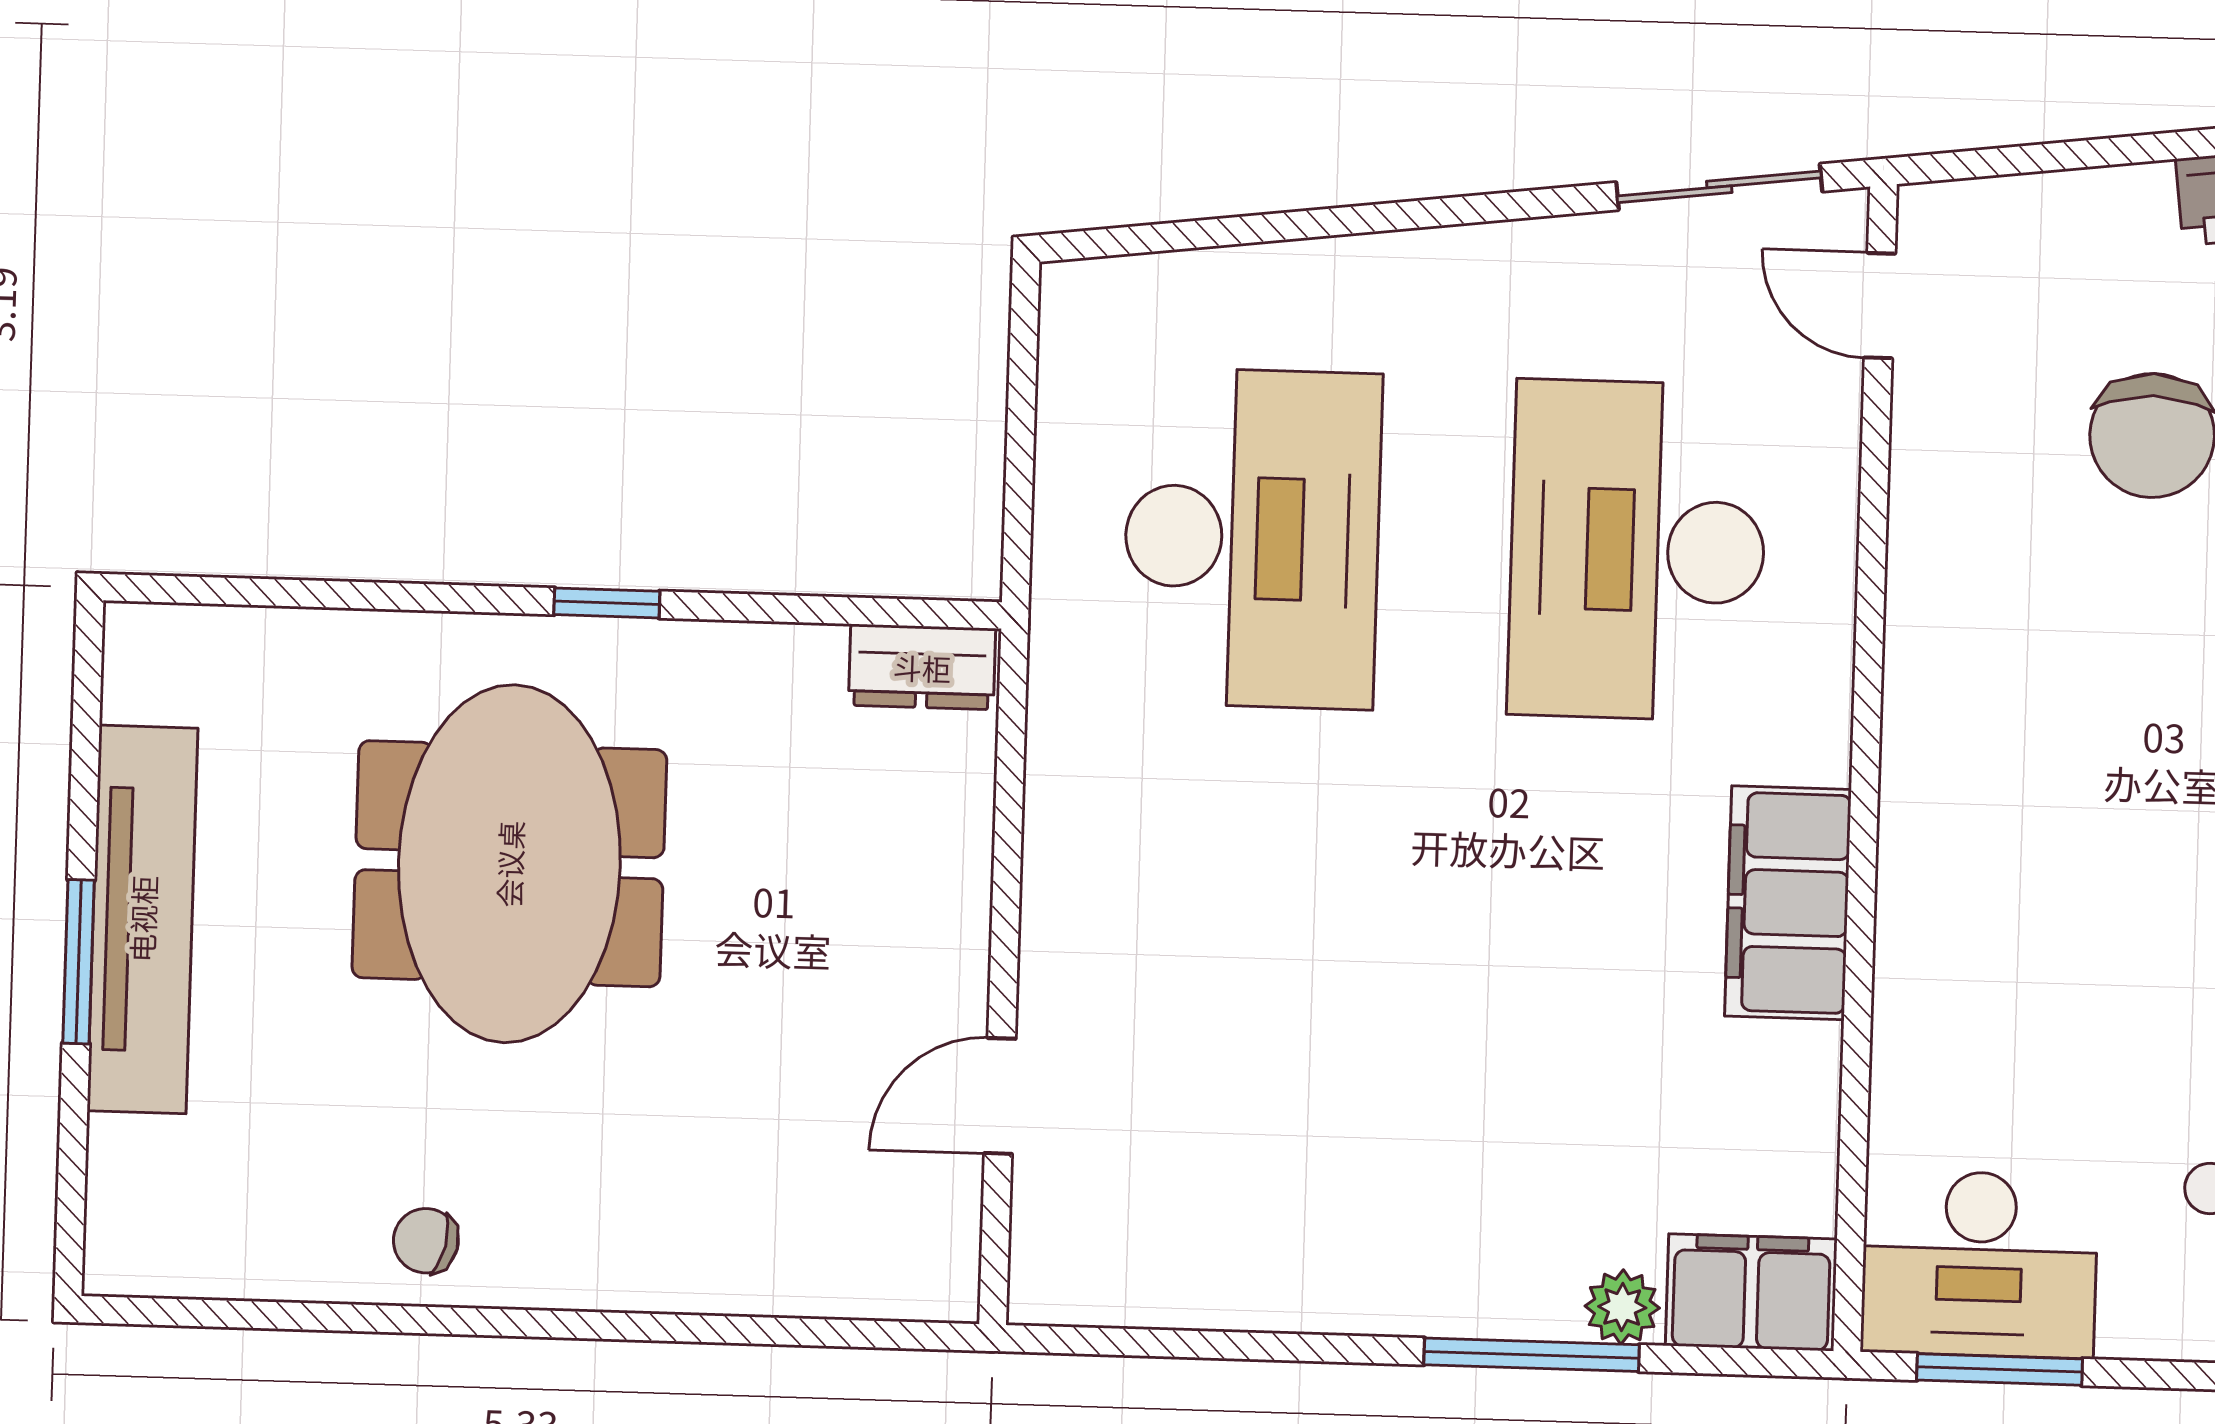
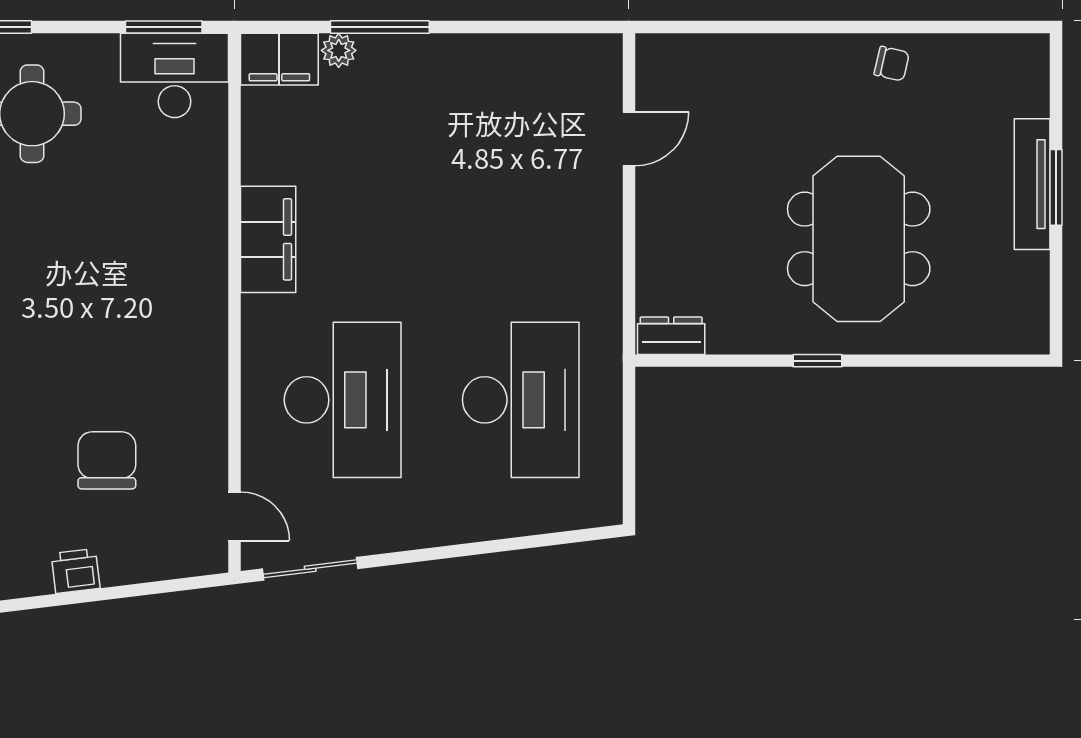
desk: (1252, 538) -> (521, 400), turned 180
tv unit: (142, 919) -> (1032, 184), width x0.73, depth x0.78

